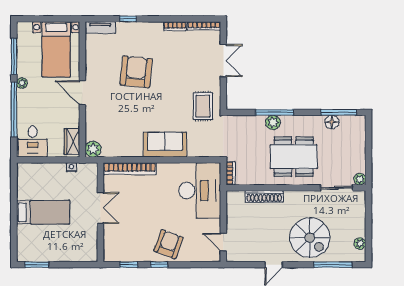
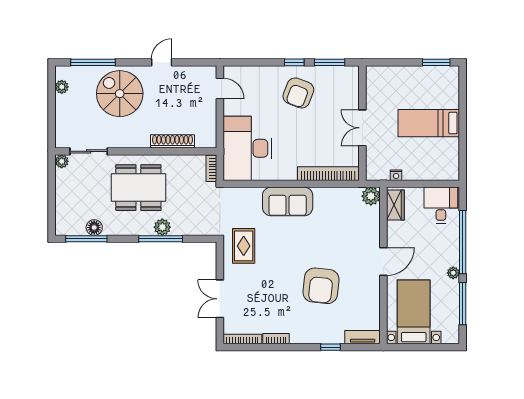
door: (82, 93) -> (383, 262), hinge flipped
armchair: (168, 244) -> (298, 93), moved
window: (129, 265) -> (330, 62), width x1.50

